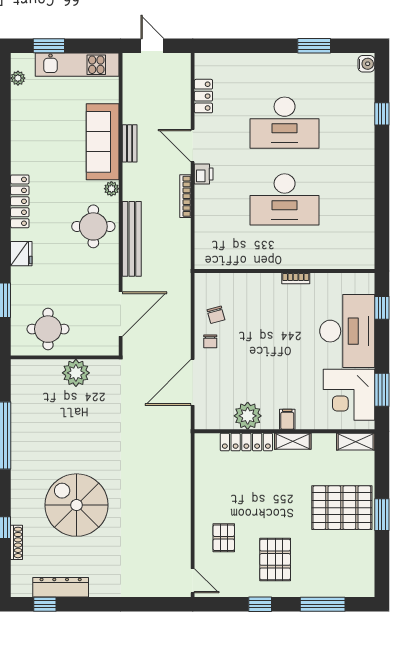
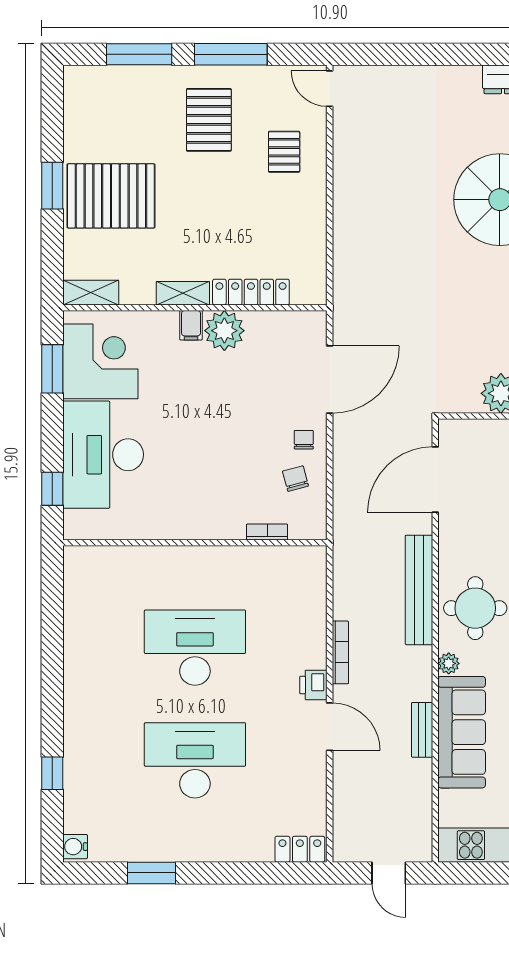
locker: (203, 96) -> (300, 849), moved, turned 90
bookcase: (296, 278) -> (267, 532), moved
plant: (248, 416) -> (224, 331), moved
window: (260, 604) -> (231, 54), width x2.17

